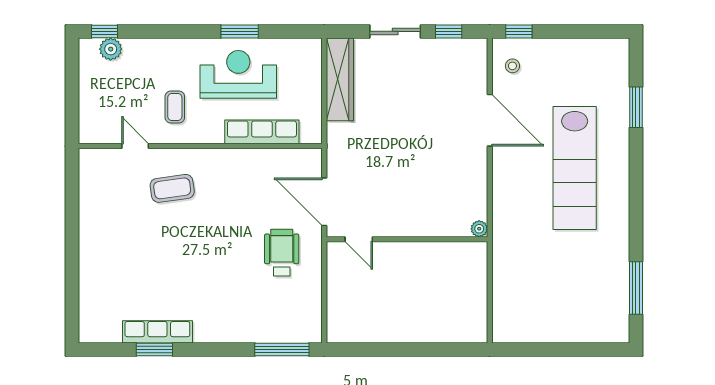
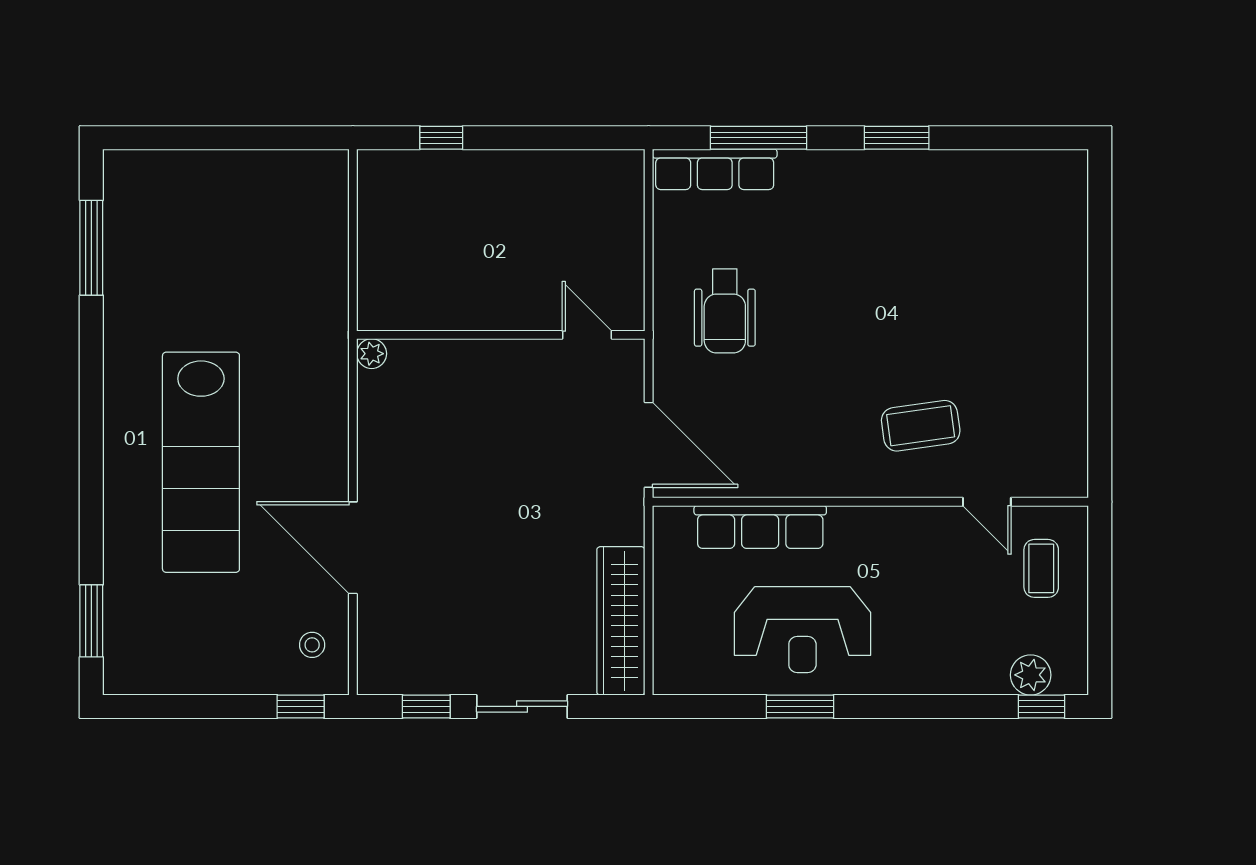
coffee table: (175, 107) -> (1041, 568), moved
window: (636, 107) -> (91, 621), moved
lab bench: (575, 168) -> (201, 462), turned 180
door: (324, 202) -> (649, 445), moved
row of seats: (157, 332) -> (715, 169), moved
window: (154, 349) -> (897, 138), moved
window: (282, 349) -> (758, 138), moved
window: (440, 349) -> (441, 138), added

